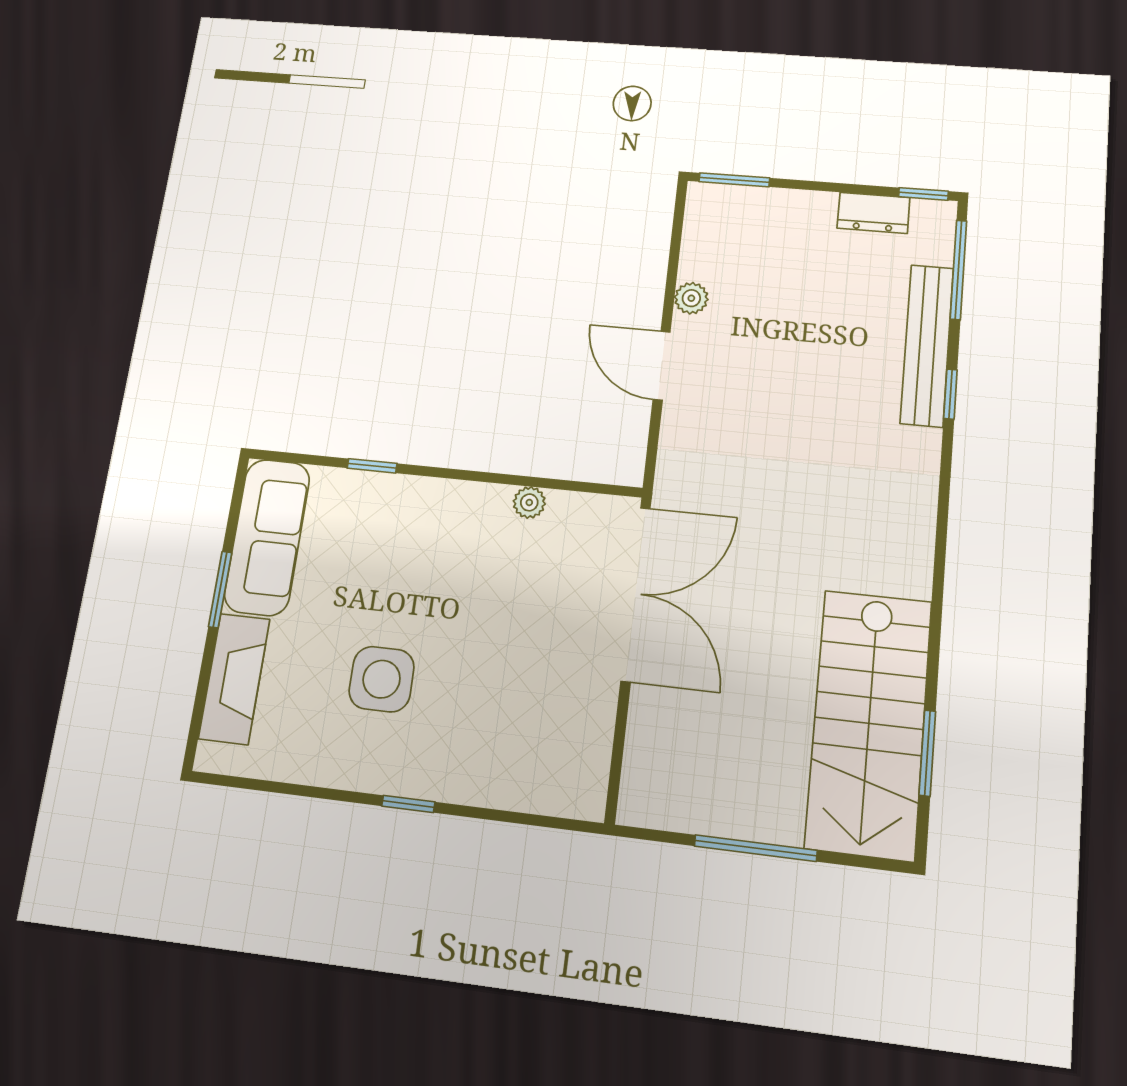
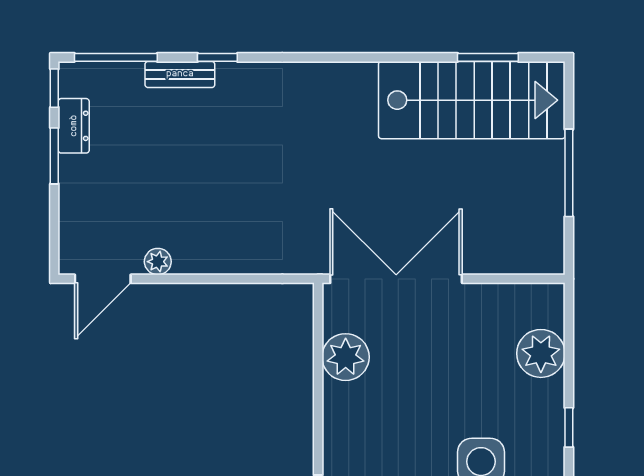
window: (734, 180) -> (54, 156), moved
bench: (927, 345) -> (180, 74), width x0.54, depth x0.82
door: (662, 366) -> (103, 279), moved
plant: (529, 502) -> (346, 357), width x1.87, depth x1.87
plant: (512, 778) -> (541, 353), added

